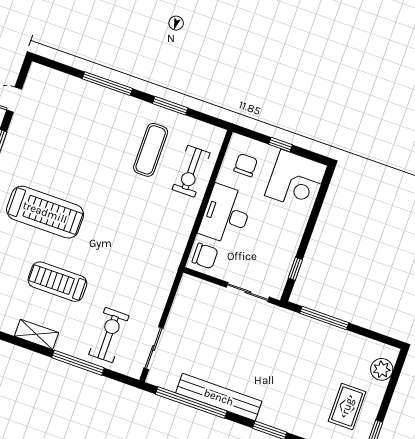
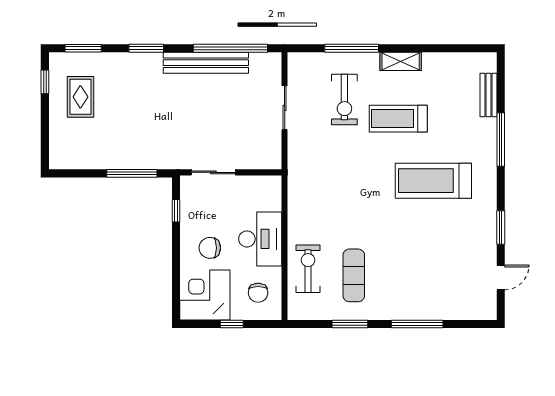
chair: (205, 256) -> (210, 248), moved
treadmill: (57, 282) -> (398, 119), turned 180
exercise bike: (109, 335) -> (344, 99), moved
sliding door: (154, 348) -> (285, 108), moved
plant: (382, 369) -> (60, 144), removed

